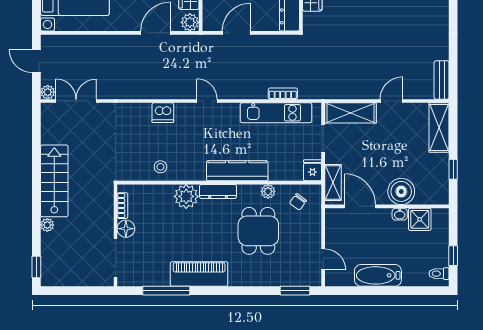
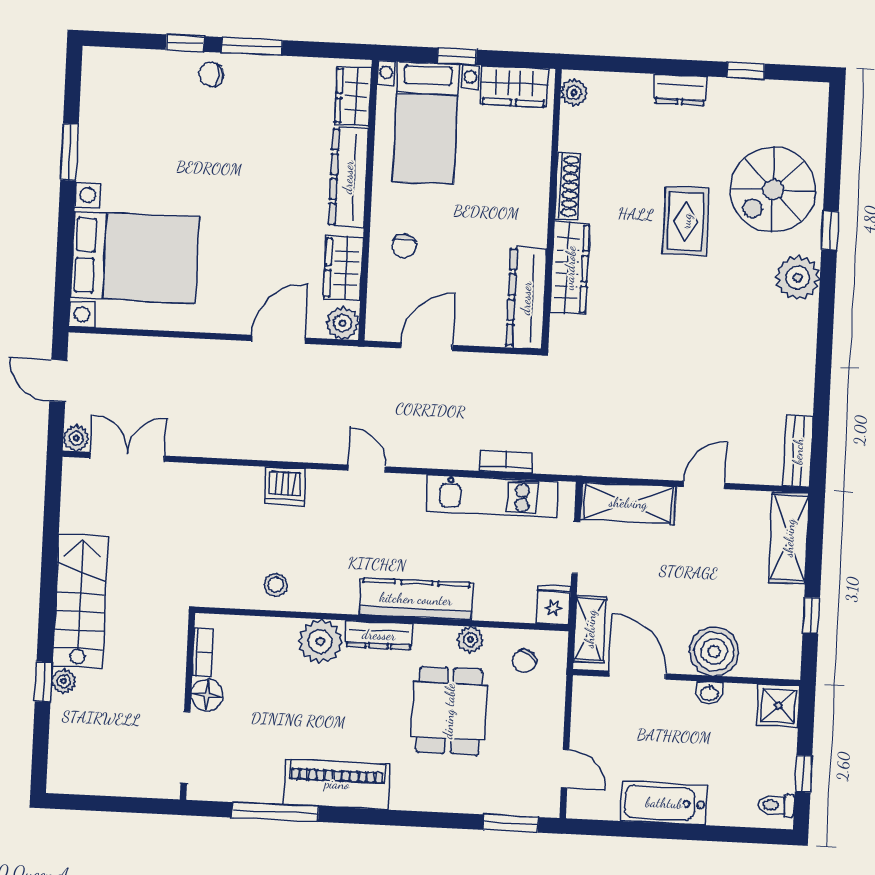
shower: (420, 219) -> (778, 706), moved
window: (36, 267) -> (44, 682), moved

